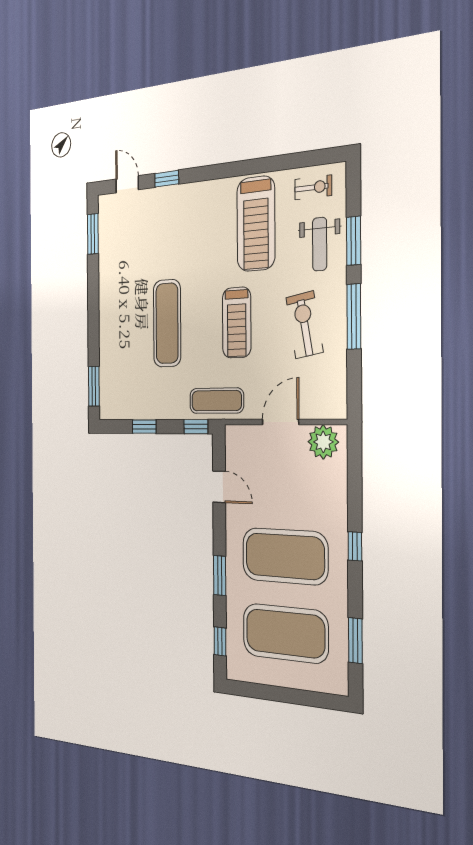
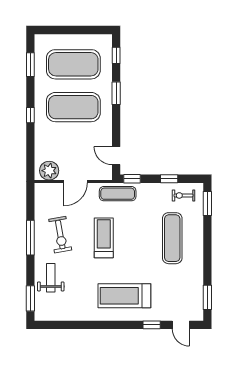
exercise bike: (313, 187) -> (184, 195), moved
treadmill: (256, 224) -> (124, 296), moved, turned -90
window: (354, 241) -> (30, 298), moved
exercise mat: (167, 323) -> (172, 238), moved
door: (219, 487) -> (116, 156), moved

